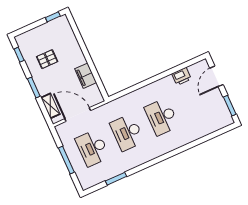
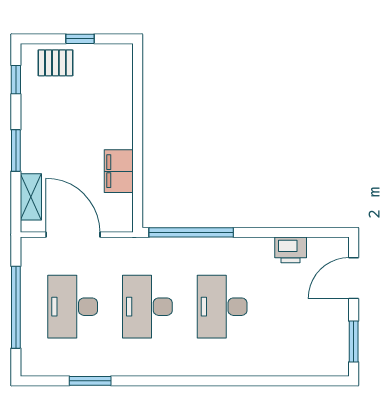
window: (53, 17) -> (80, 39), moved
pallet: (47, 59) -> (55, 63), moved
window: (132, 89) -> (191, 232), added
window: (66, 160) -> (16, 307), width x1.46

